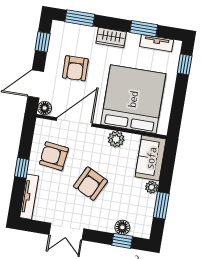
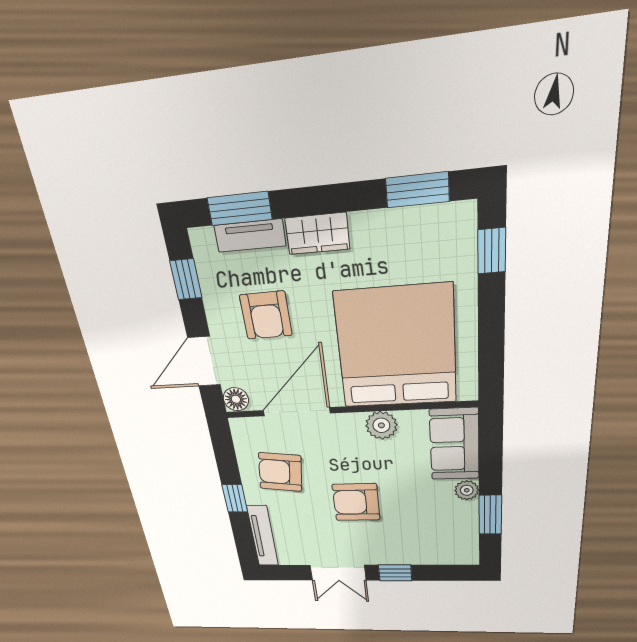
window: (144, 29) -> (417, 190), moved
tv unit: (157, 43) -> (250, 236), moved
armchair: (91, 184) -> (356, 502), turned 64
floor lamp: (122, 227) -> (428, 555), removed
window: (122, 241) -> (395, 573), moved

